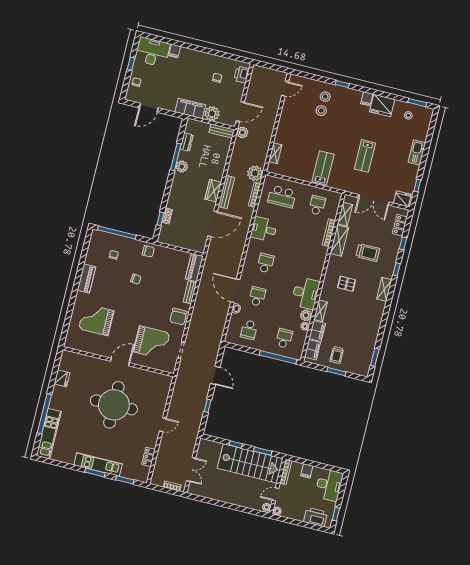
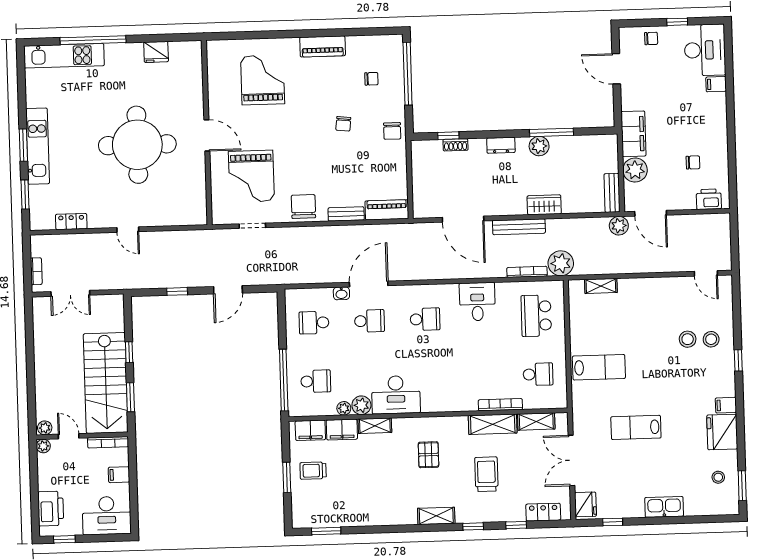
dresser: (187, 142) -> (501, 145), moved
wardrobe: (213, 191) -> (544, 205), moved
trolley: (368, 253) -> (486, 474), turned 180
chair: (178, 317) -> (303, 207), turned 90

